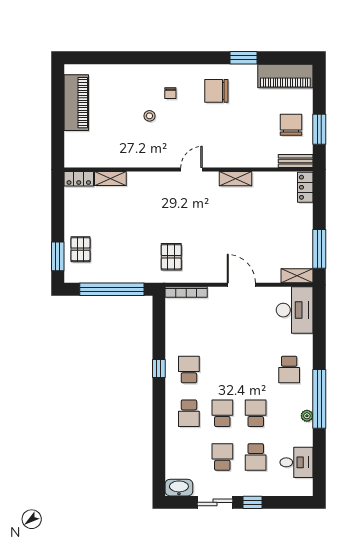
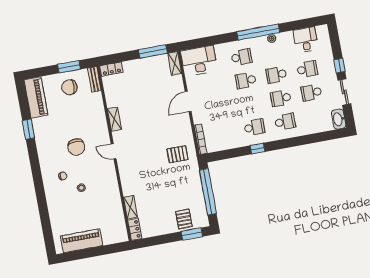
chair: (216, 91) -> (76, 147), moved
pallet: (80, 249) -> (184, 219), turned 90
school desk: (189, 370) -> (254, 127), turned 180
school desk: (256, 370) -> (246, 80), added

